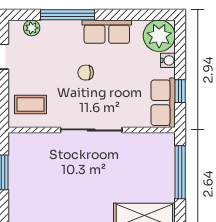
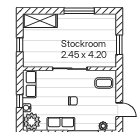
window: (180, 91) -> (20, 101), moved
window: (180, 172) -> (20, 45), width x0.46

